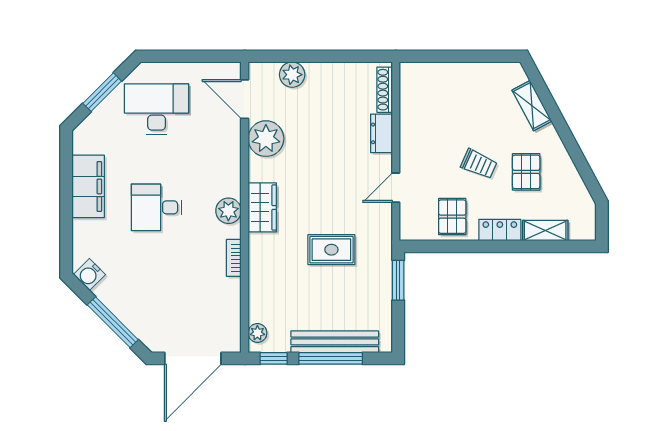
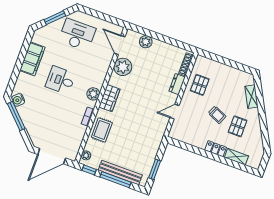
pallet: (452, 217) -> (200, 85), moved
rug: (331, 250) -> (102, 130), moved, turned 90
window: (398, 280) -> (155, 169), moved
window: (113, 322) -> (16, 116), moved

